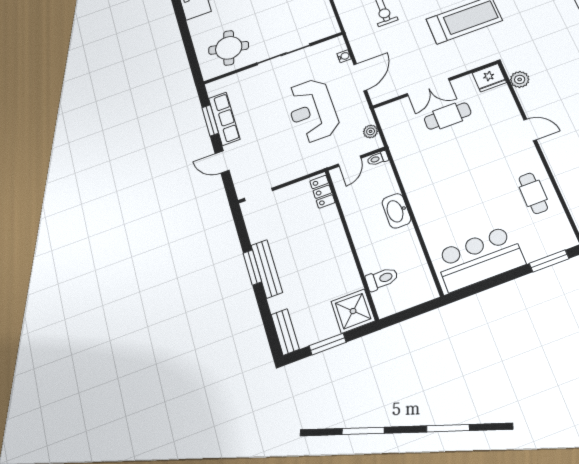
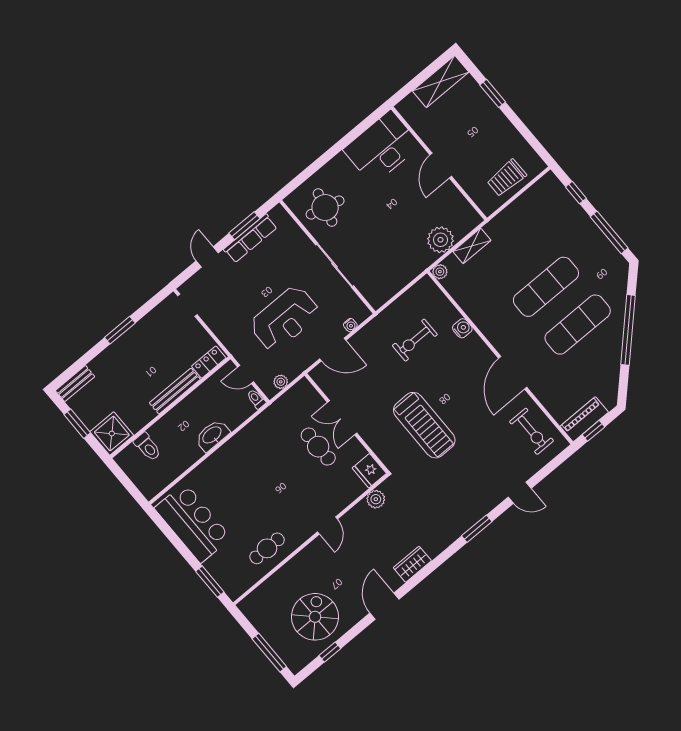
reception desk: (312, 110) -> (285, 319), turned 180
bench: (267, 269) -> (175, 391), moved

